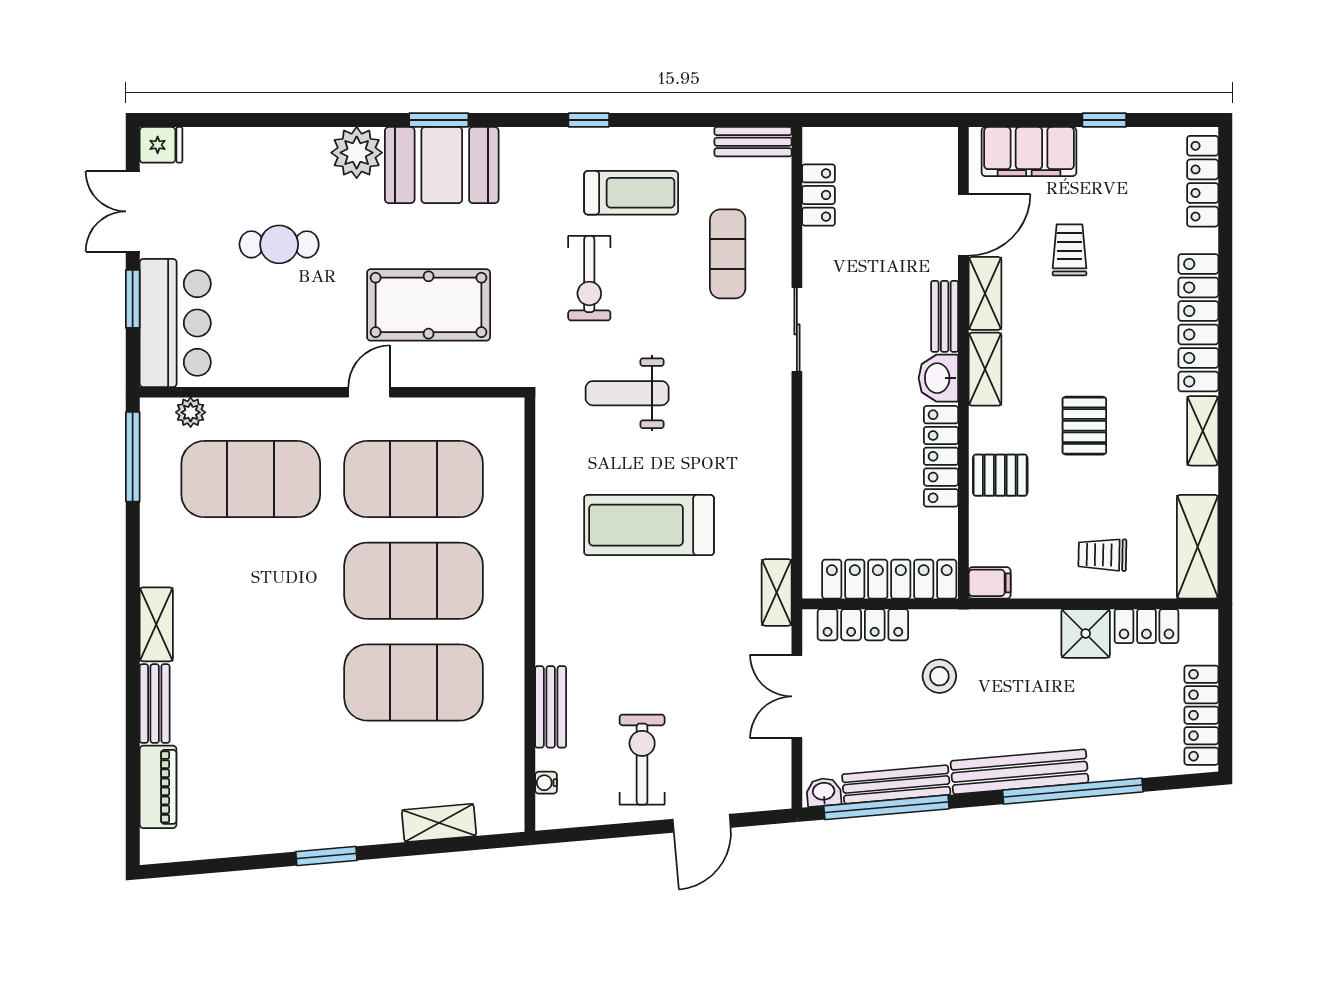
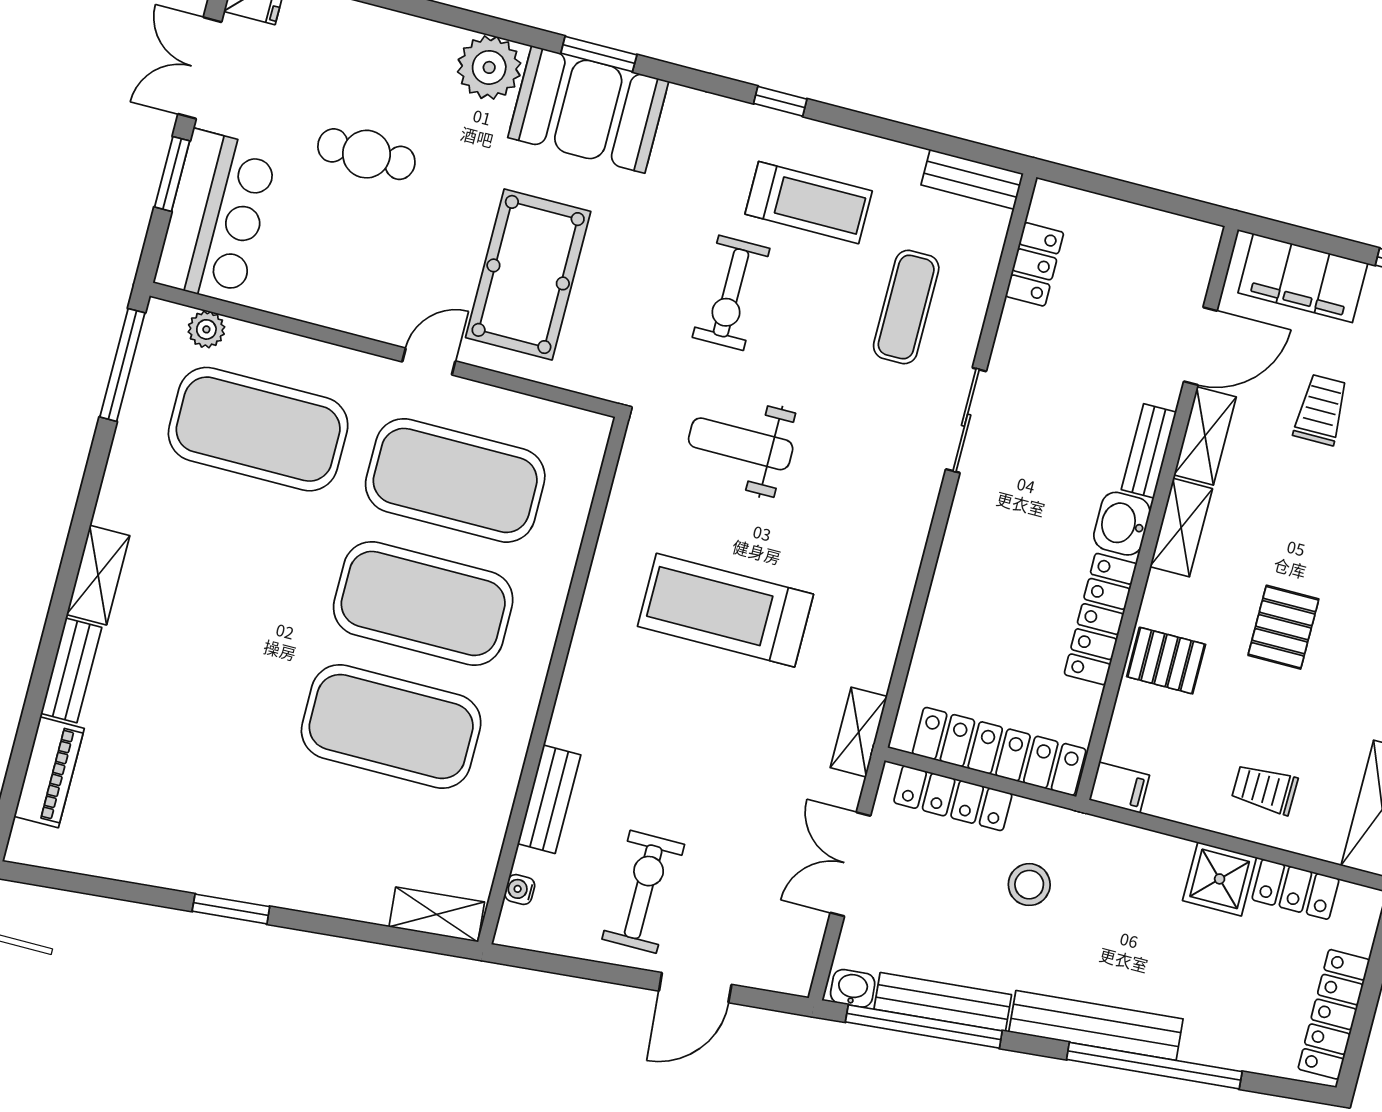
pool table: (429, 305) -> (528, 274), turned 90
shelving: (439, 823) -> (437, 914), moved

